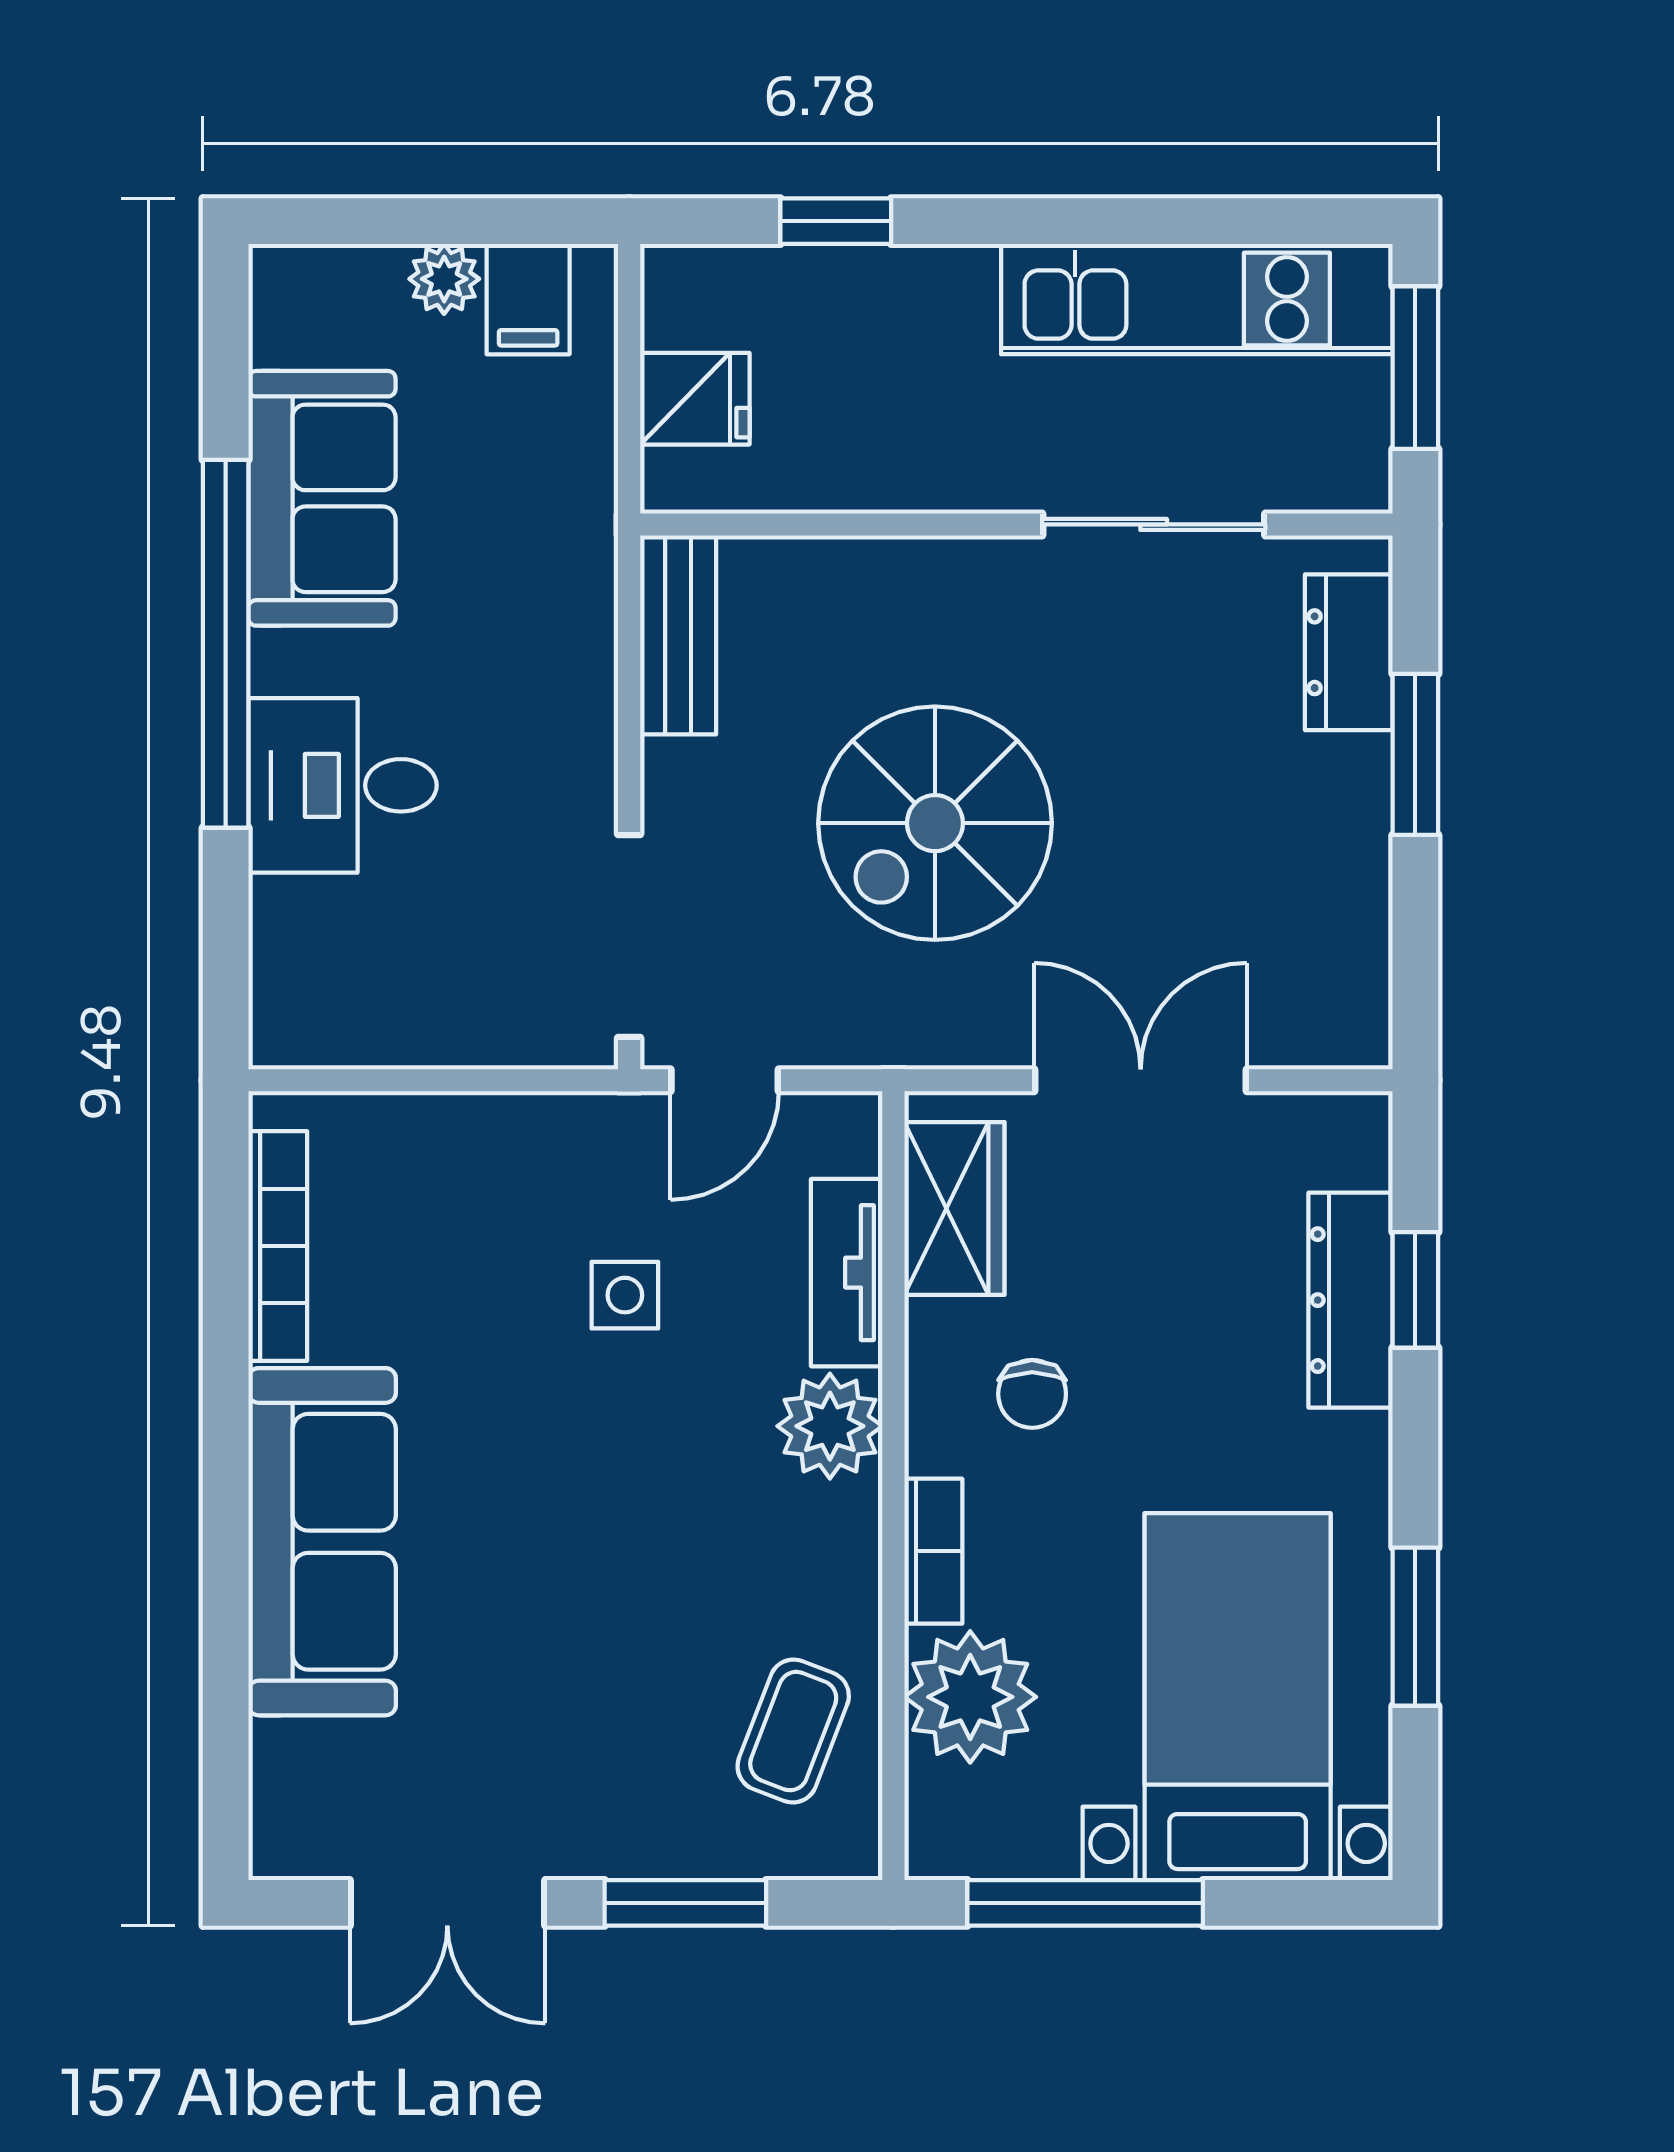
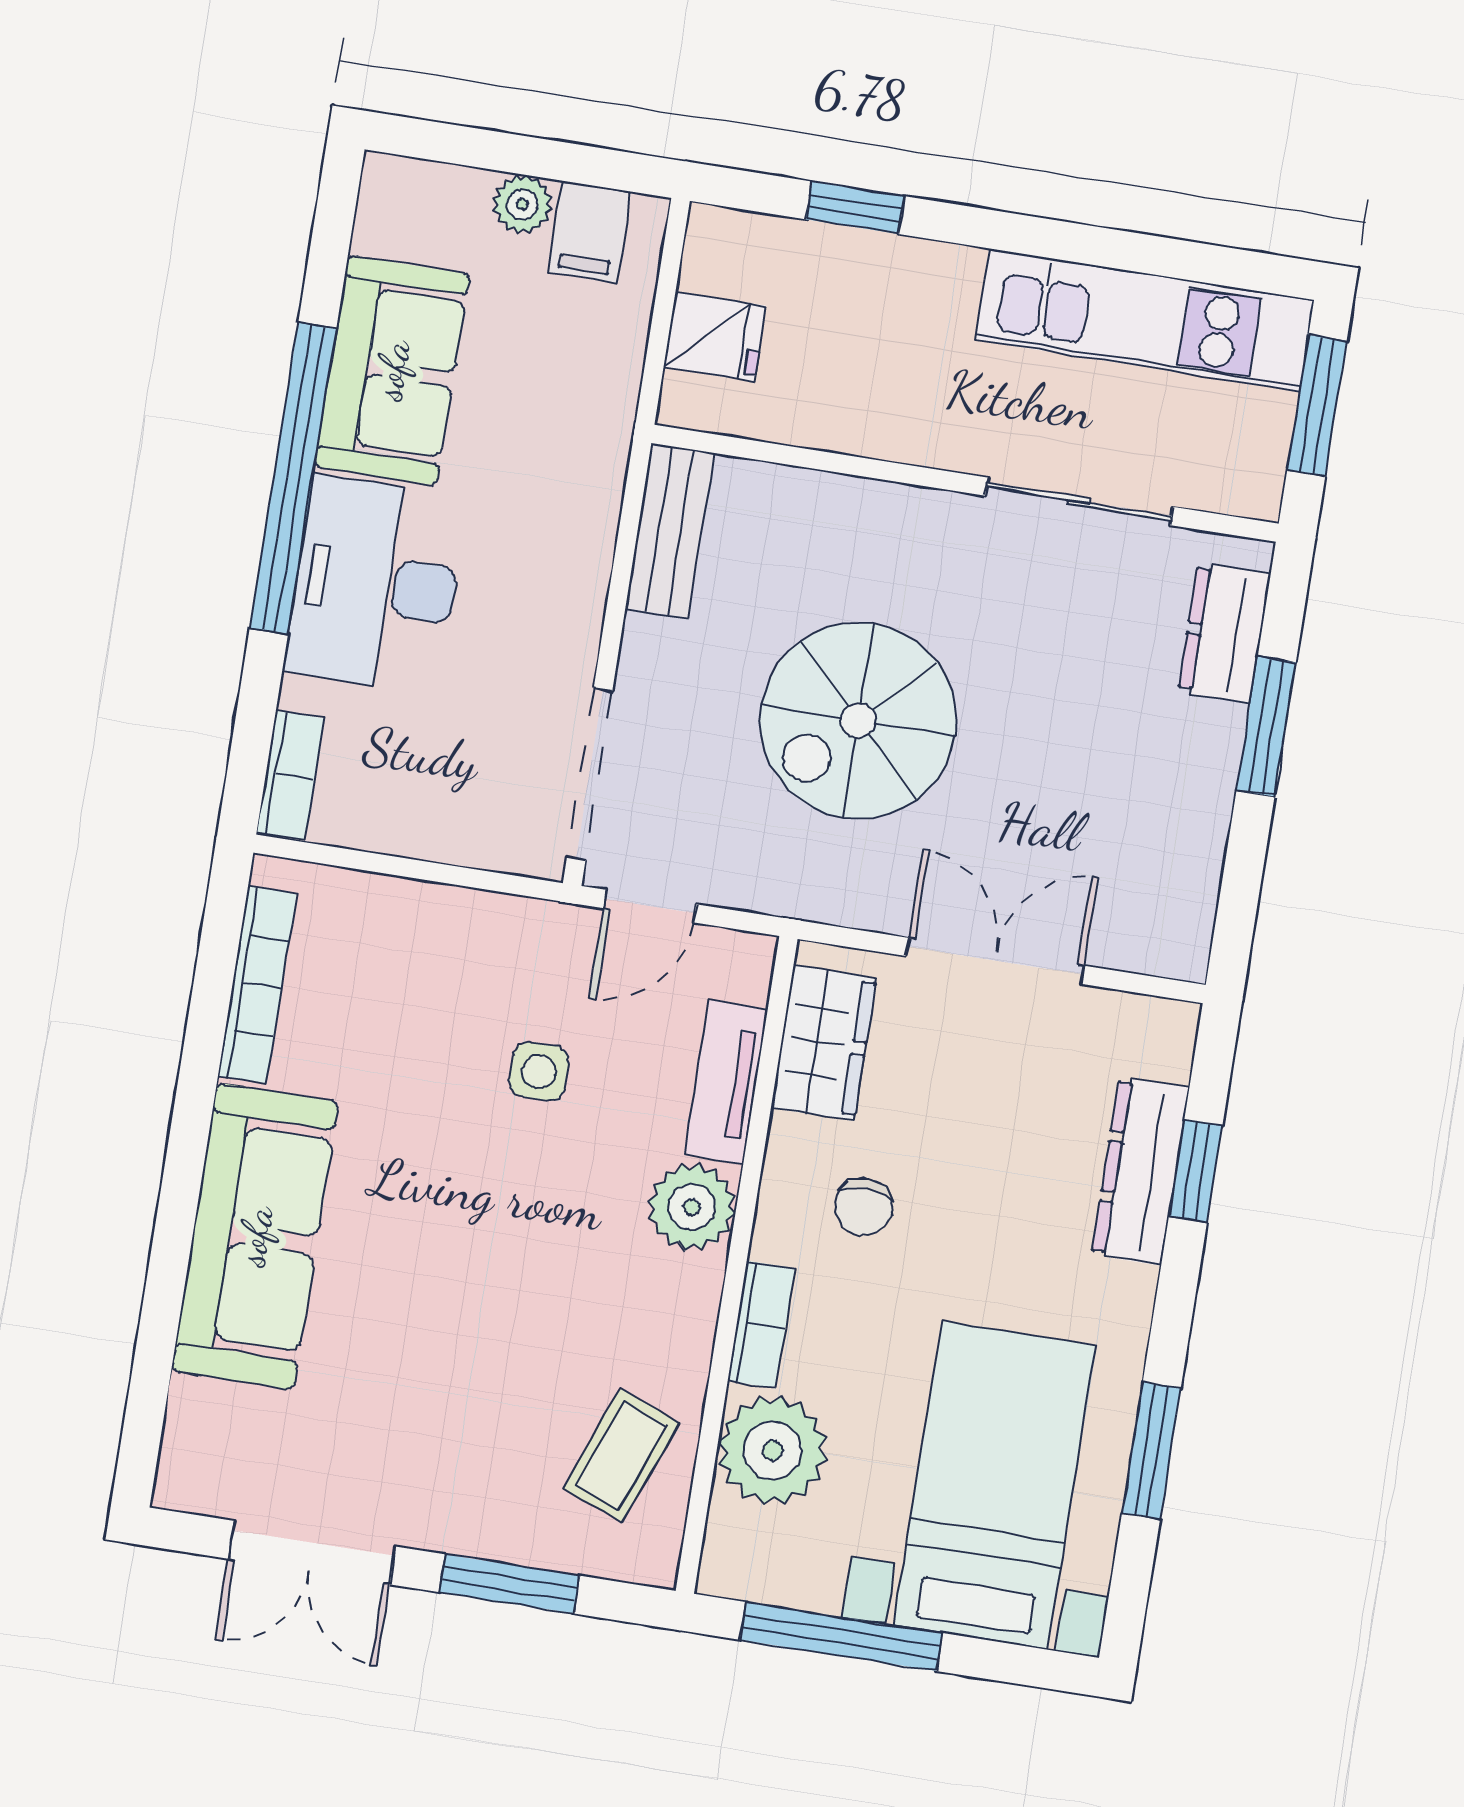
desk: (343, 785) -> (376, 584), width x1.37
bookcase: (278, 993) -> (290, 775), added

